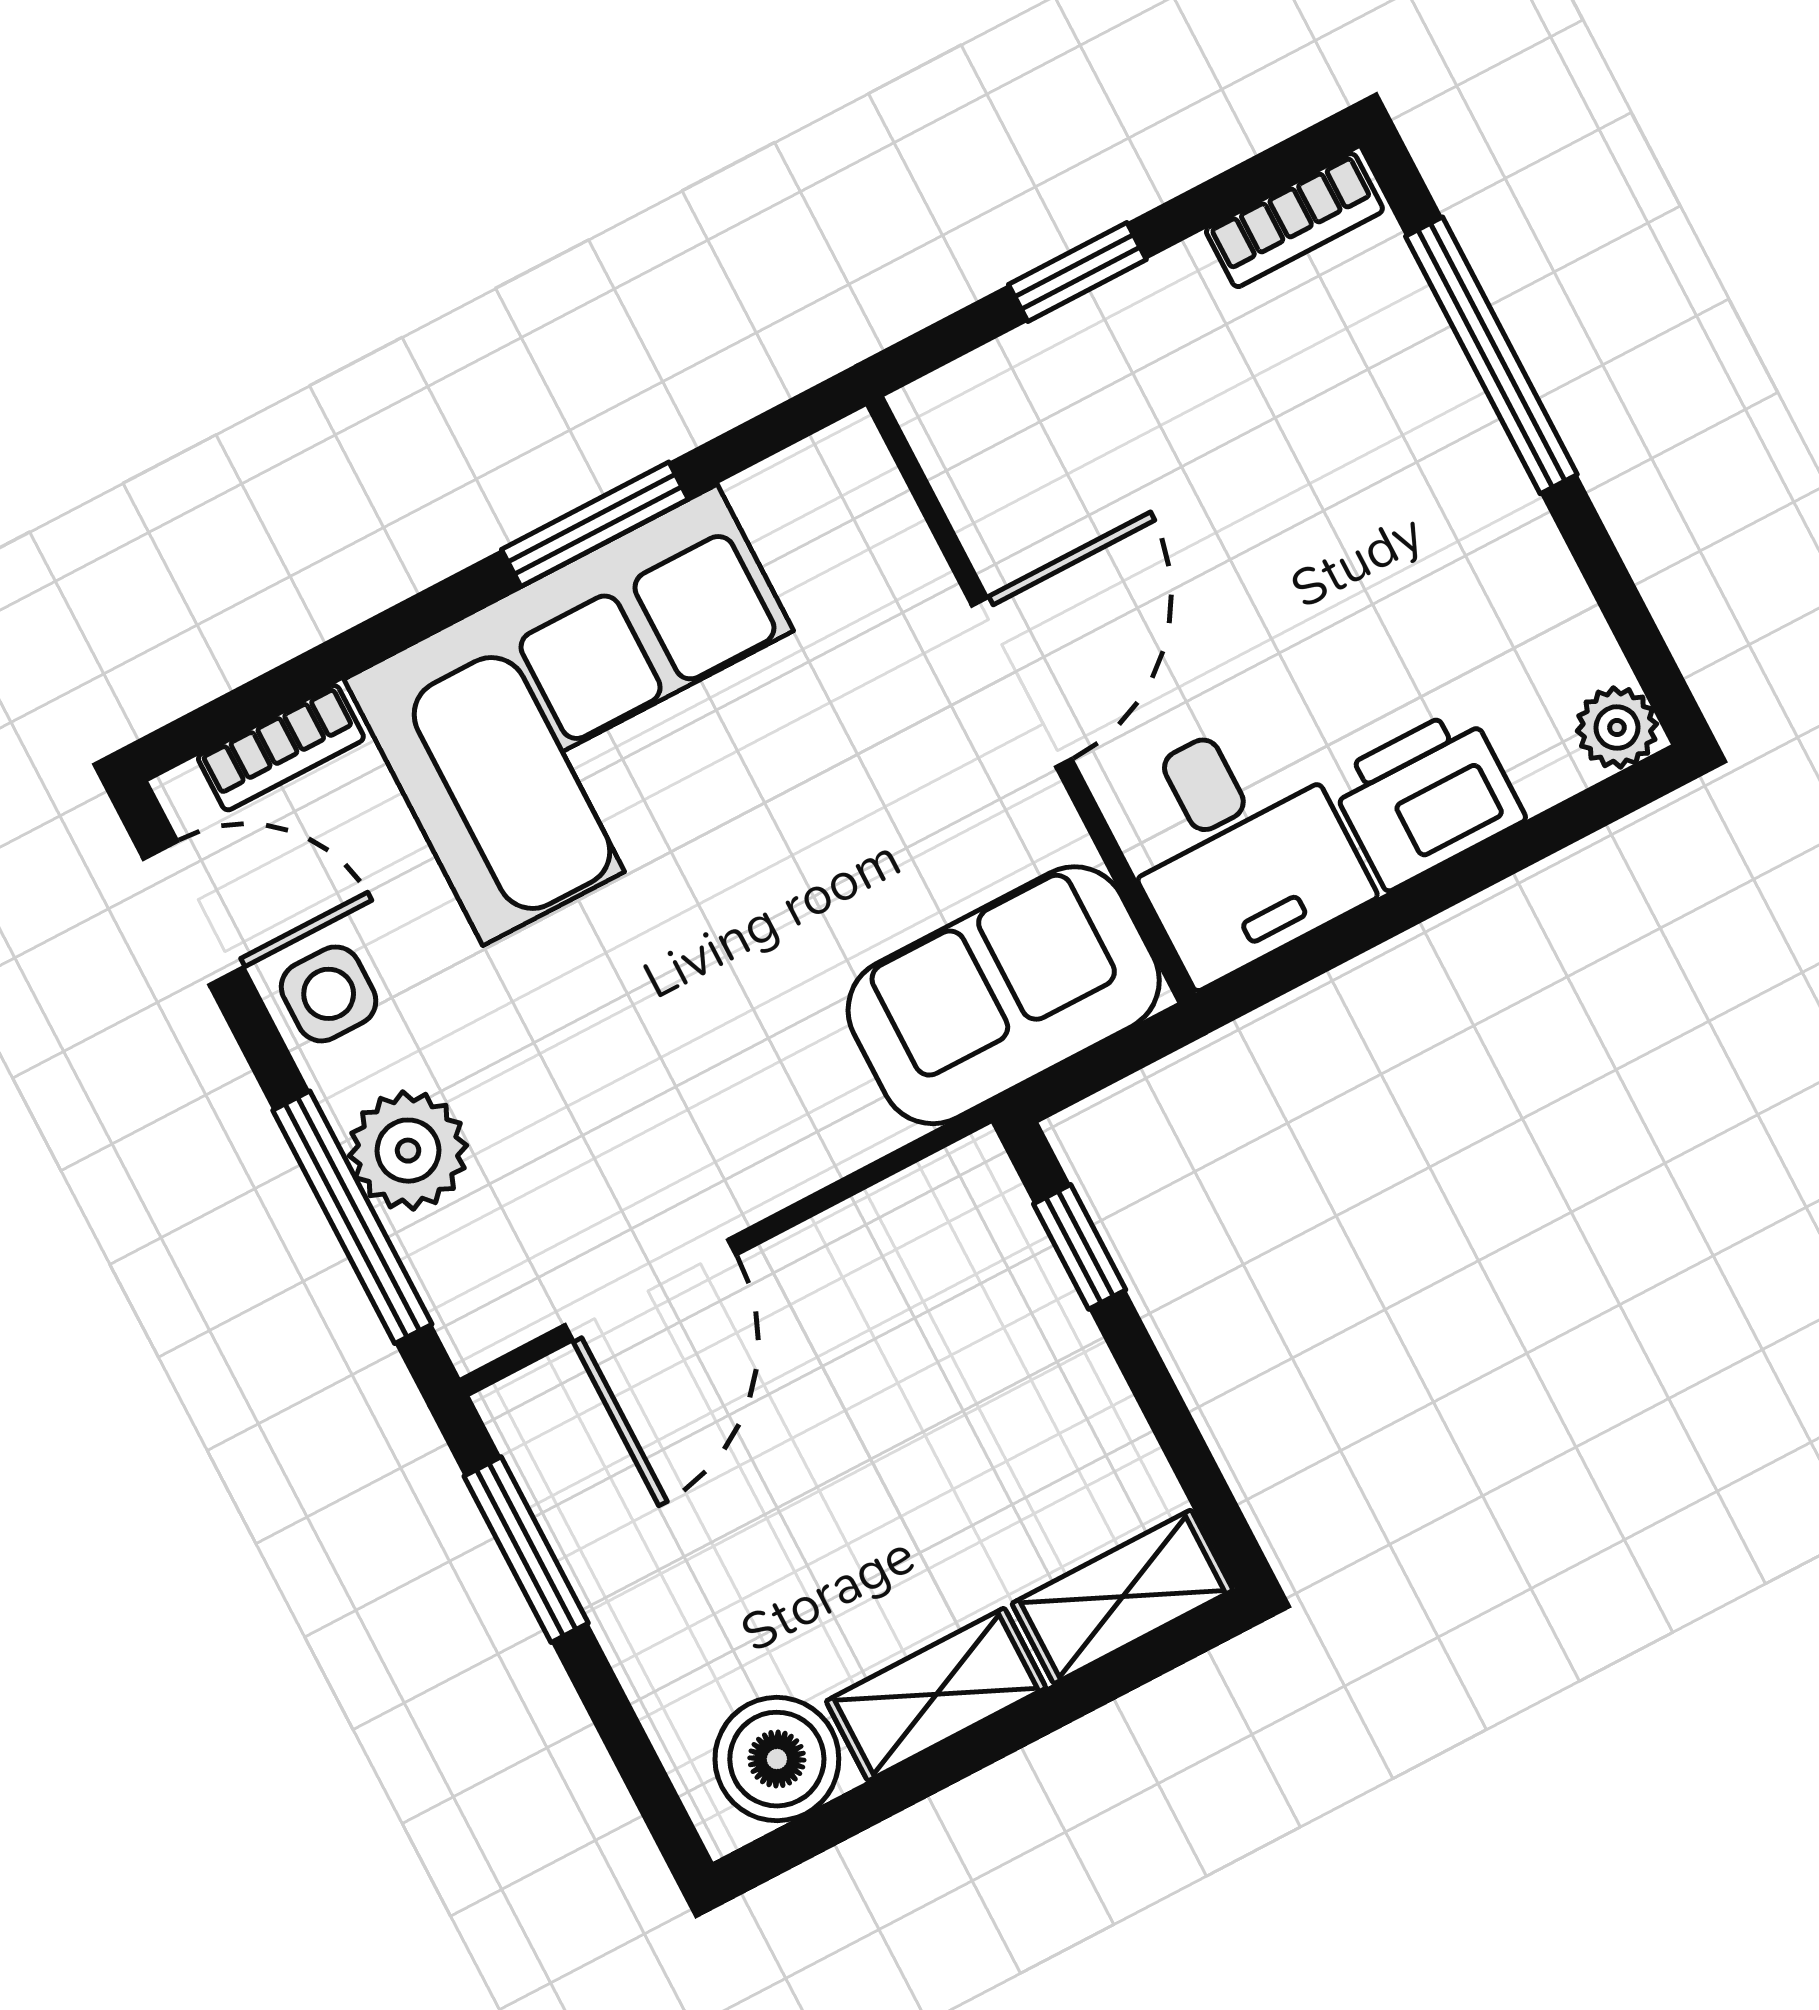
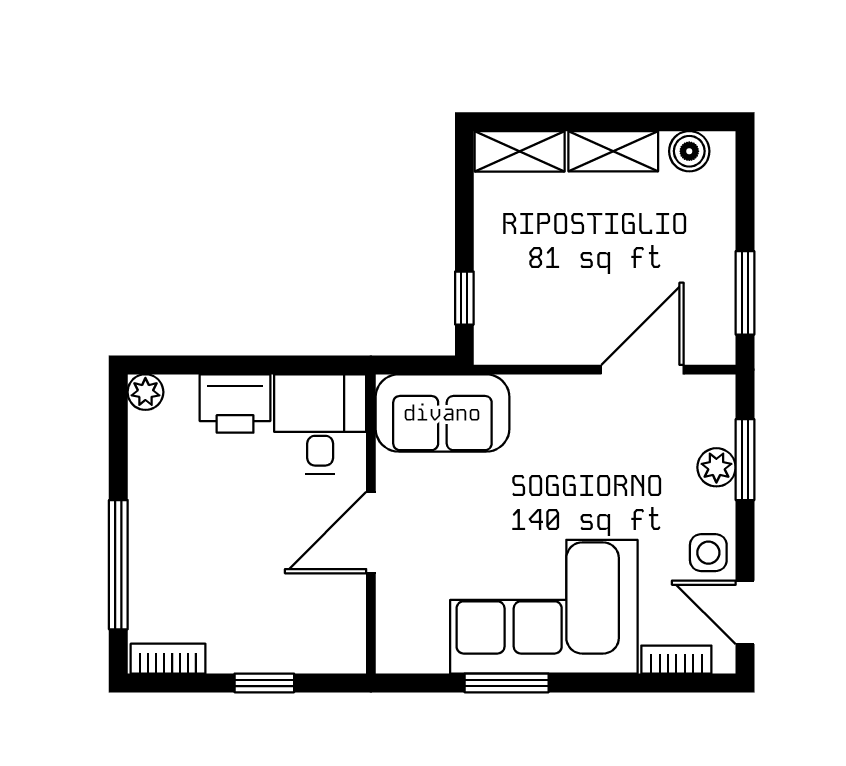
plant: (408, 1151) -> (716, 467), width x0.73, depth x0.73
window: (352, 1217) -> (745, 460), width x0.69
boiler: (777, 1759) -> (689, 151), width x0.73, depth x0.73

